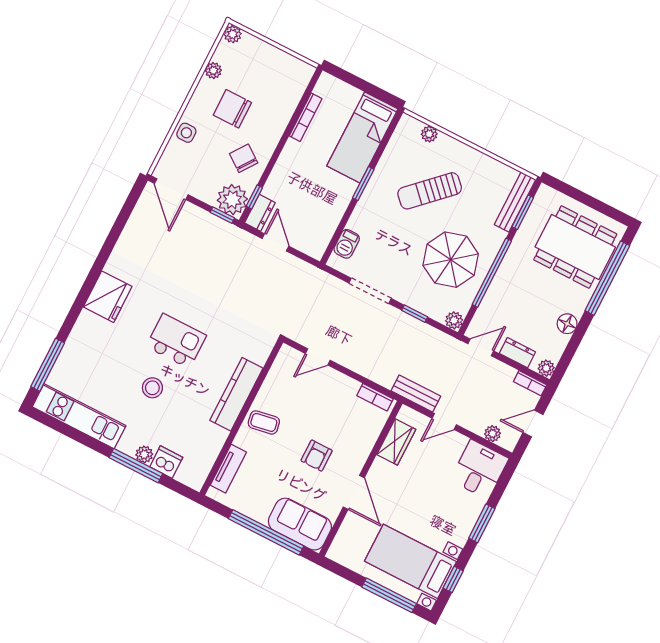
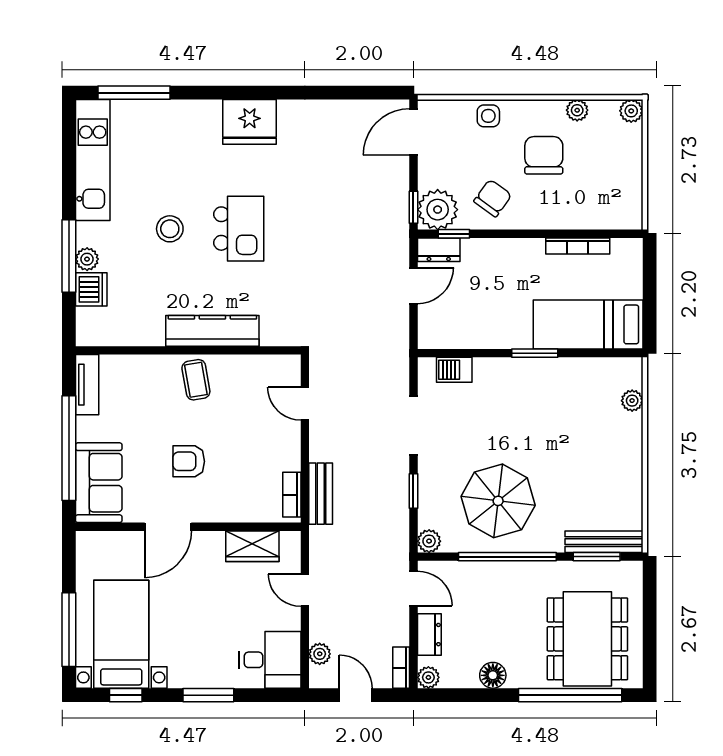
sun lounger: (430, 191) -> (566, 435), removed
bench: (416, 394) -> (321, 494), moved
tv unit: (228, 469) -> (87, 385), moved, turned -90

